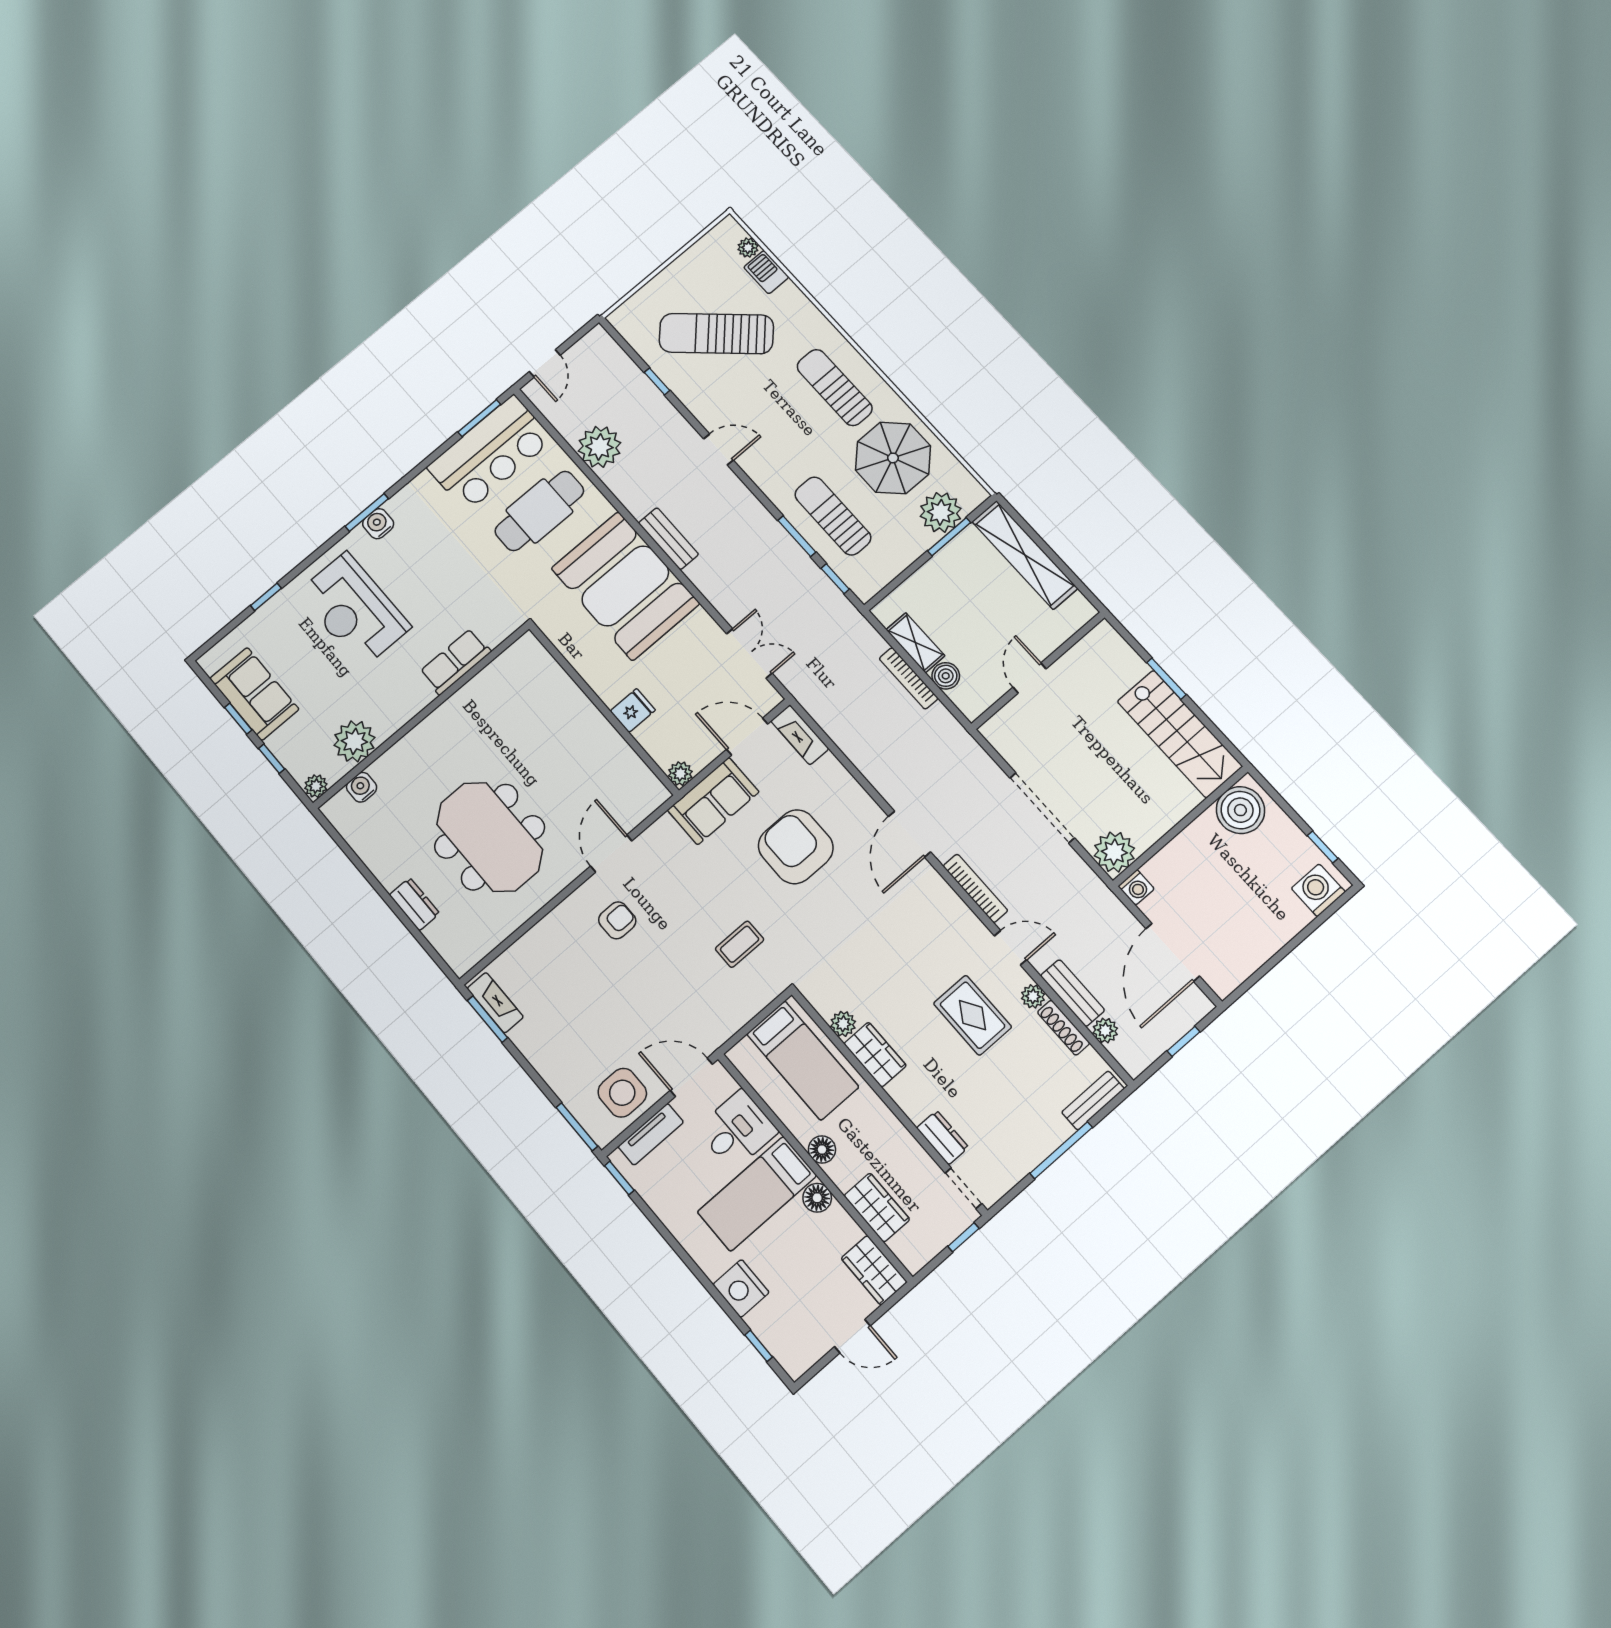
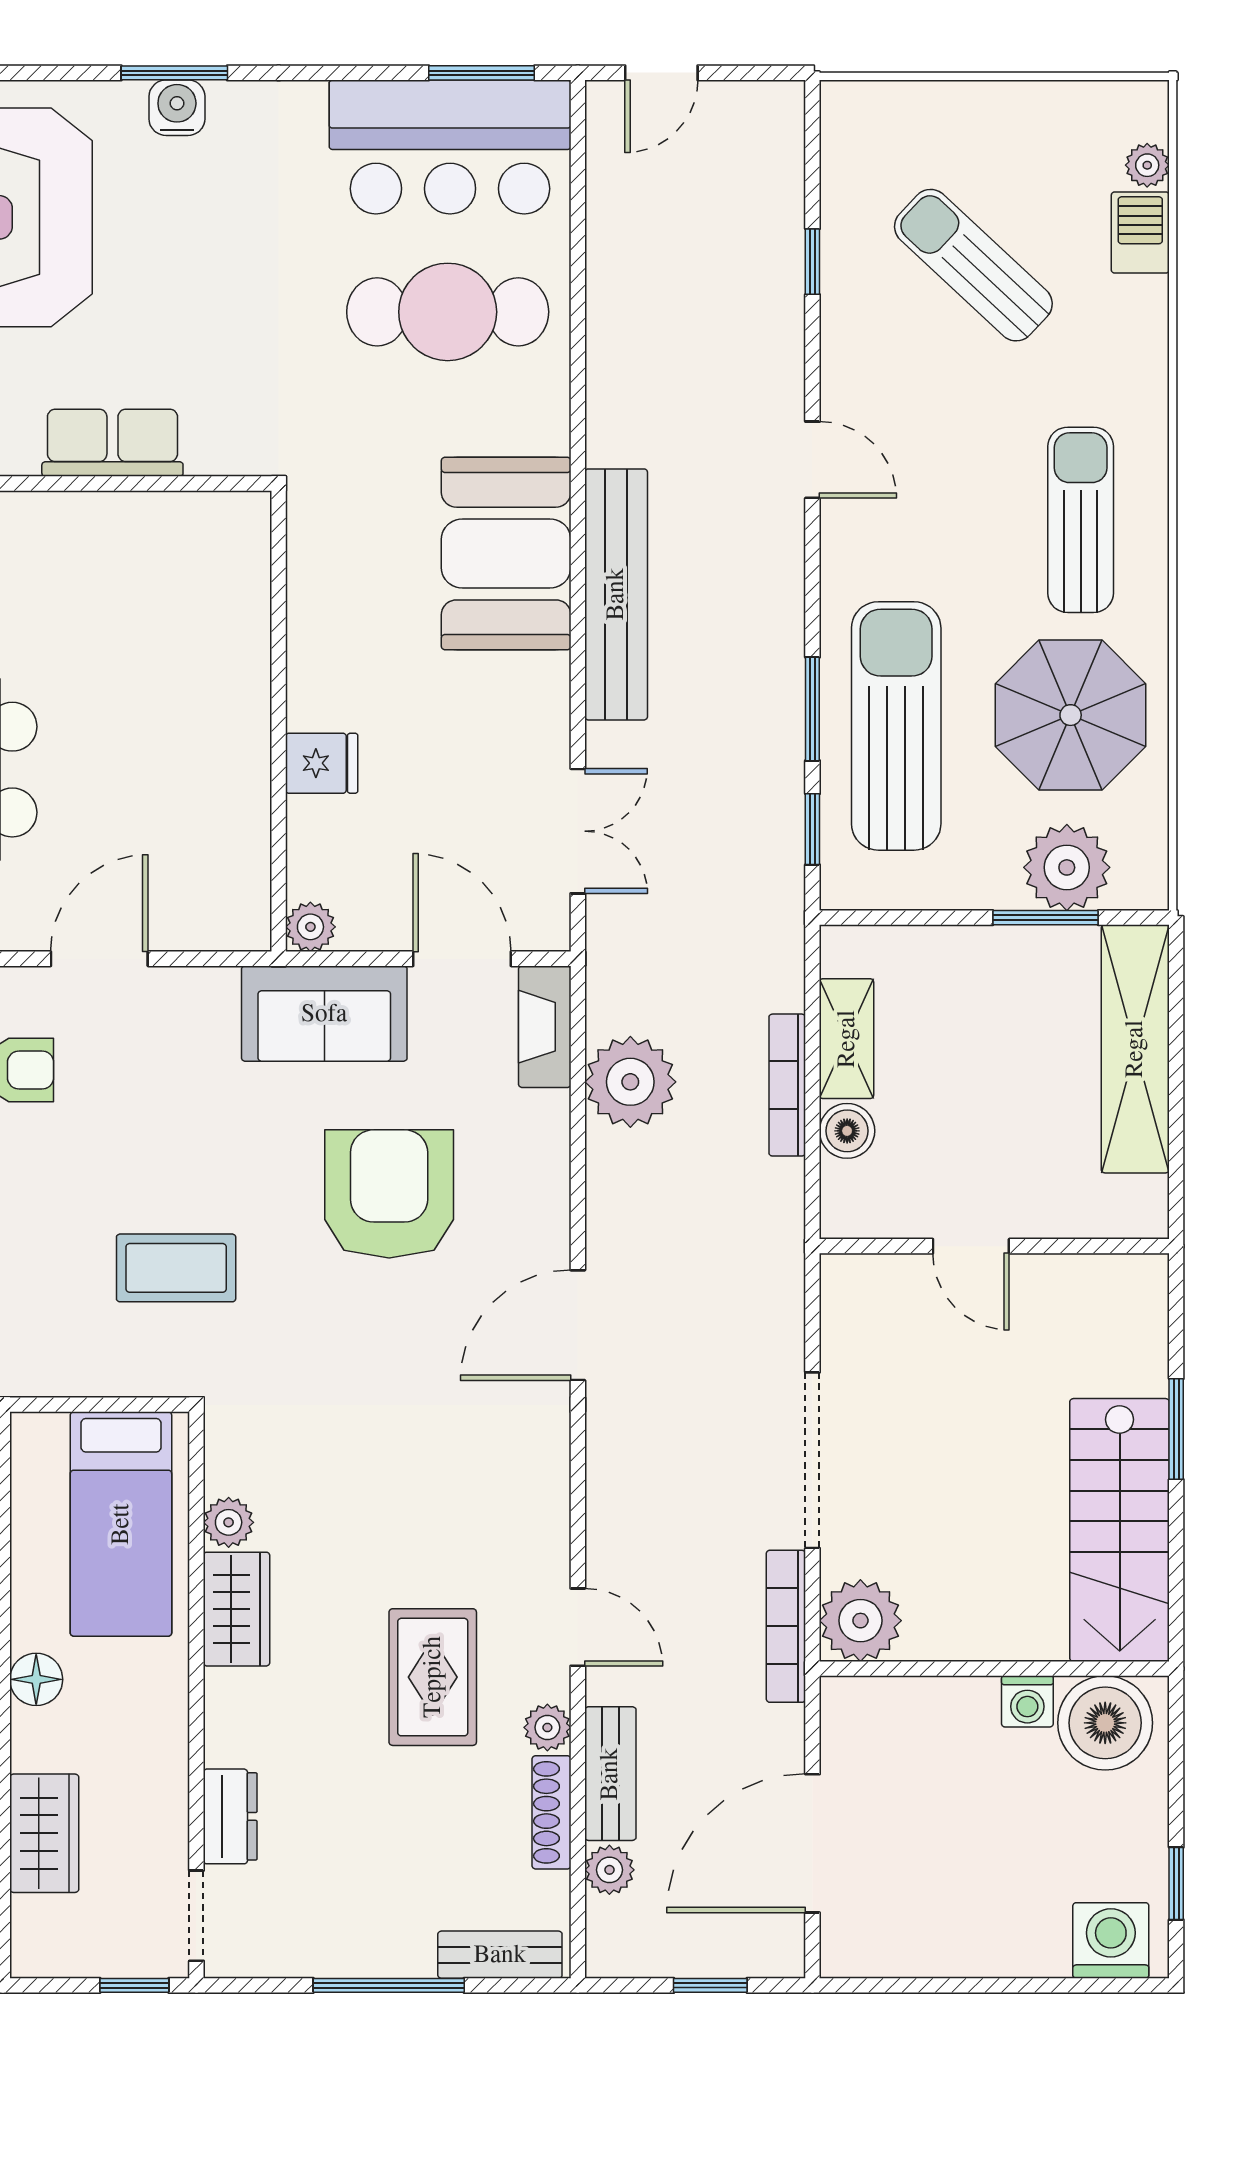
sun lounger: (716, 334) -> (973, 265), width x0.73, depth x0.75
plant: (599, 447) -> (630, 1082), moved
sun lounger: (833, 516) -> (896, 726), width x1.36, depth x1.34
bench: (668, 539) -> (616, 594), width x1.86, depth x1.21
booth: (625, 586) -> (506, 554), width x0.73, depth x0.70
door: (1030, 678) -> (971, 1246), swing flipped
washing machine: (1136, 887) -> (1027, 1701), moved
bookcase: (975, 888) -> (786, 1626), moved, turned 180
coffee table: (740, 944) -> (176, 1268), width x1.36, depth x1.30

